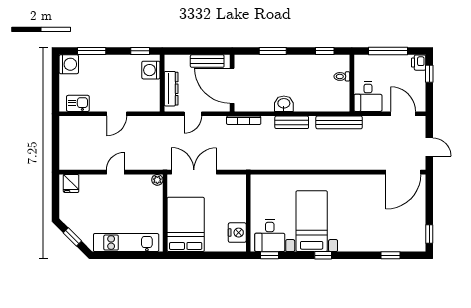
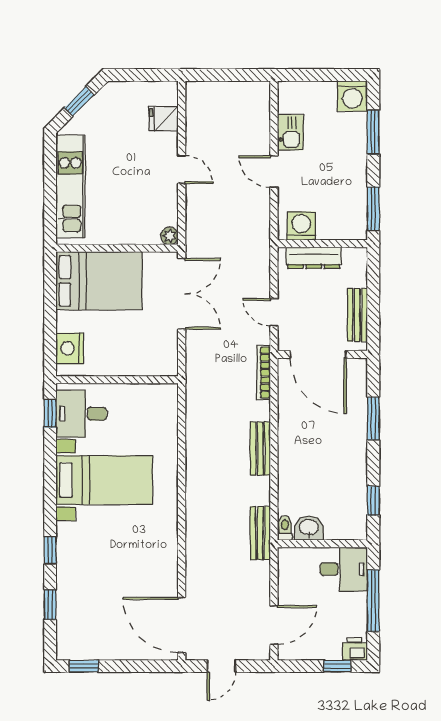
window: (140, 51) -> (373, 209), width x1.50
washing machine: (151, 70) -> (301, 226), moved
toilet: (342, 76) -> (285, 528), moved
door: (232, 86) -> (318, 354), swing flipped
desk: (368, 97) -> (344, 569), moved, turned 180
kitchen sink: (78, 103) -> (290, 132), moved
washbasin: (284, 104) -> (309, 528), moved, turned -90
door: (193, 114) -> (274, 312), moved
bench: (339, 122) -> (260, 533), width x0.73
fridge: (71, 183) -> (164, 119), moved
nightstand: (237, 233) -> (70, 348), moved, turned 90
window: (323, 255) -> (50, 550), moved

